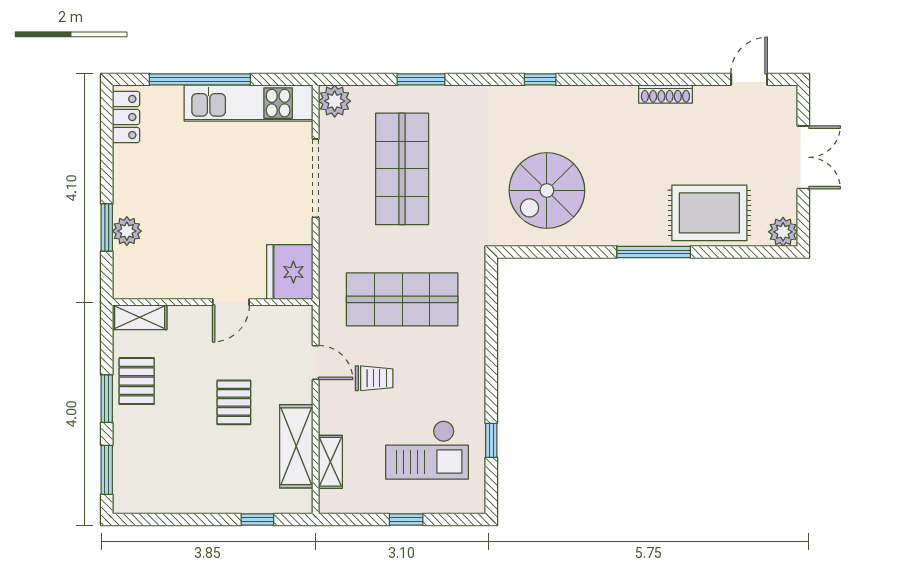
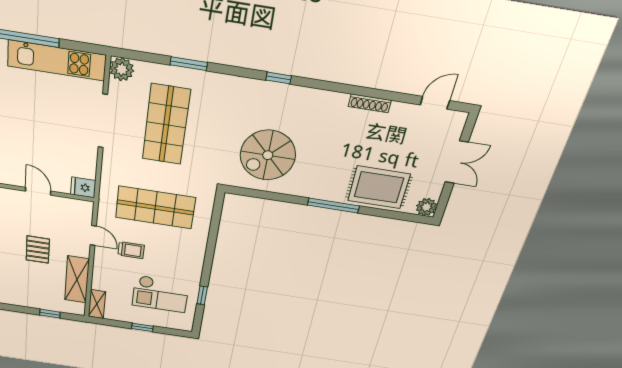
fridge: (290, 272) -> (83, 187), width x0.53, depth x0.75
door: (231, 302) -> (38, 191), swing flipped
shelving: (330, 462) -> (97, 304), moved

